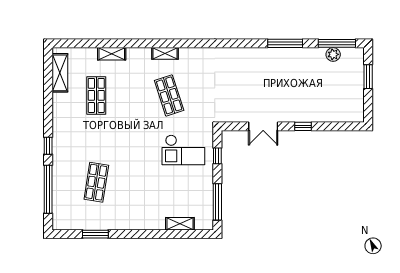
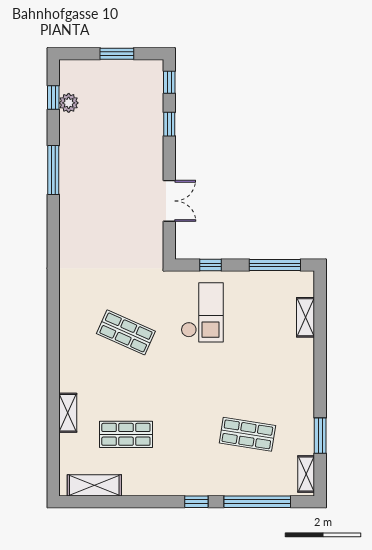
window: (337, 43) -> (53, 97), width x0.46
shelving: (165, 53) -> (306, 474), moved
window: (368, 77) -> (117, 54), moved
shop shelf: (169, 95) -> (126, 332), turned 42
window: (303, 126) -> (169, 124), moved
window: (348, 126) -> (169, 82), added

